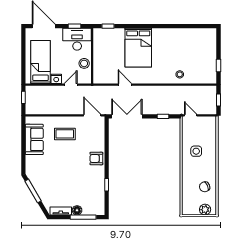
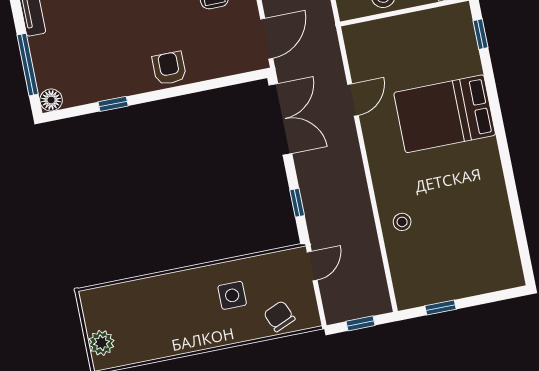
chair: (205, 187) -> (279, 316), moved
floor lamp: (77, 210) -> (51, 100), moved

